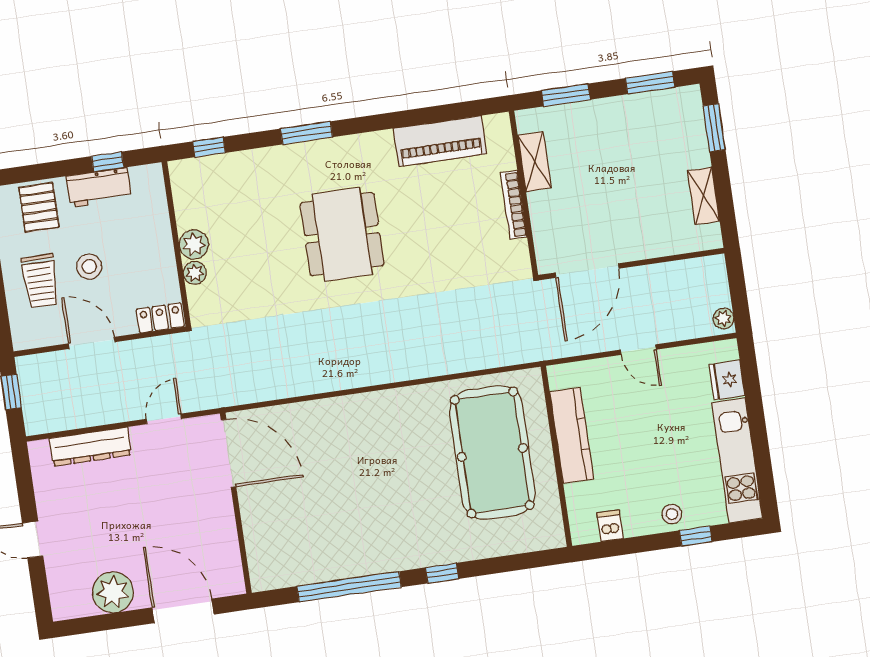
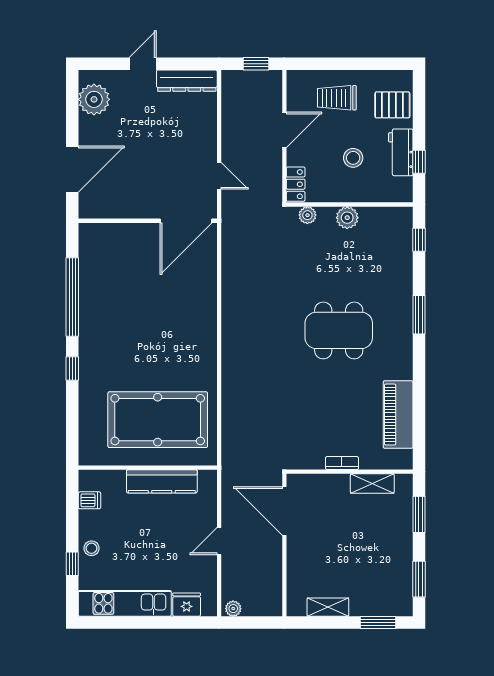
bookcase: (514, 205) -> (342, 463), width x0.64
stool: (89, 266) -> (353, 158), moved
plant: (195, 273) -> (307, 215), moved
dresser: (90, 447) -> (187, 81), moved, turned -90
plant: (113, 592) -> (94, 99), moved

